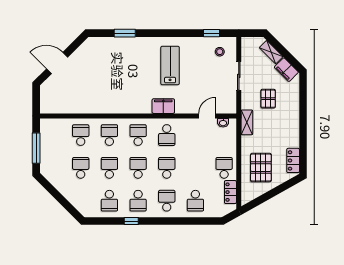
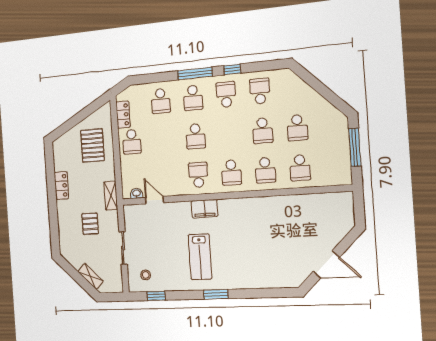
window: (125, 33) -> (216, 294), moved
door: (57, 63) -> (326, 264), moved
filing cabinet: (286, 70) -> (73, 257), removed
door: (207, 116) -> (154, 200), swing flipped
locker: (293, 160) -> (61, 186), moved
school desk: (138, 168) -> (229, 133), removed
school desk: (195, 201) -> (161, 101), turned 180
window: (164, 221) -> (195, 74), added

